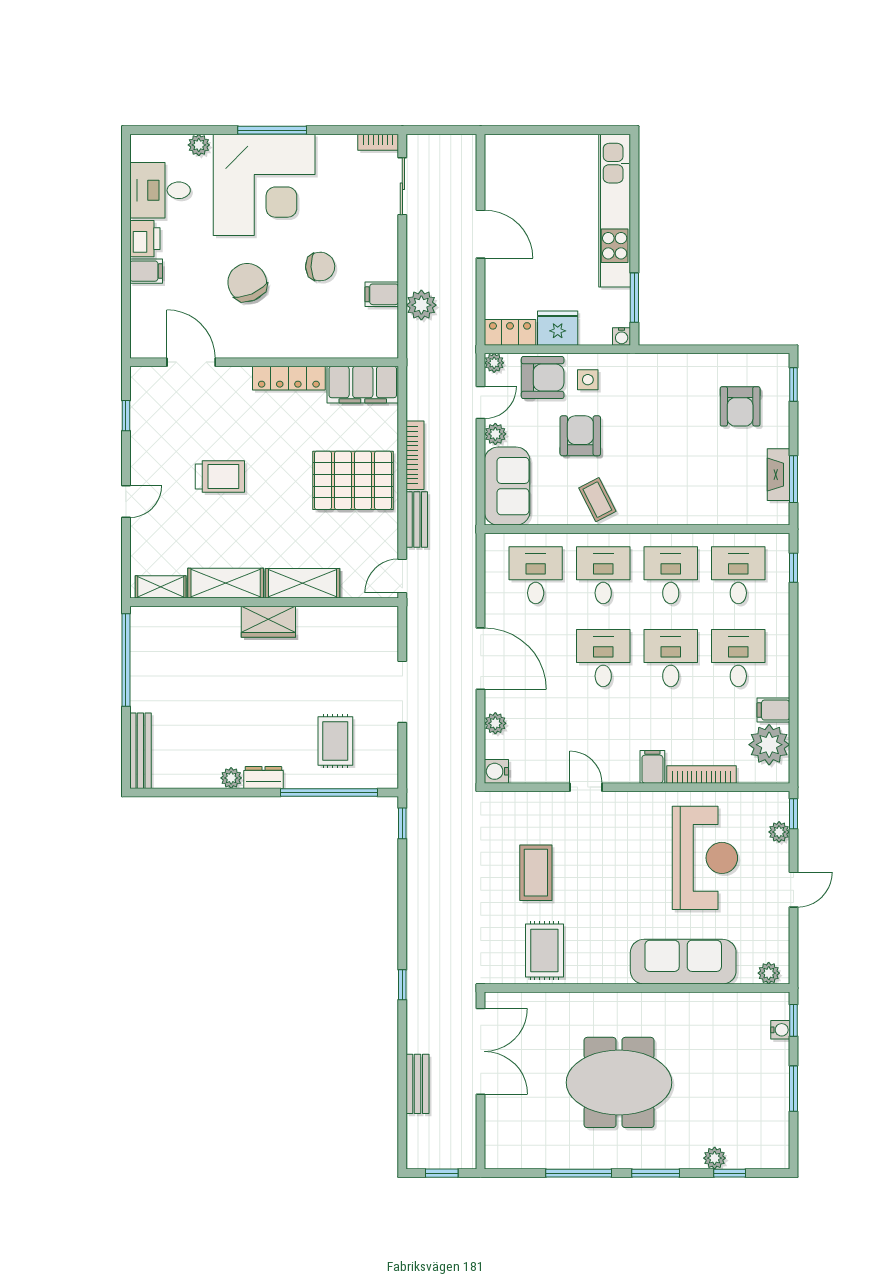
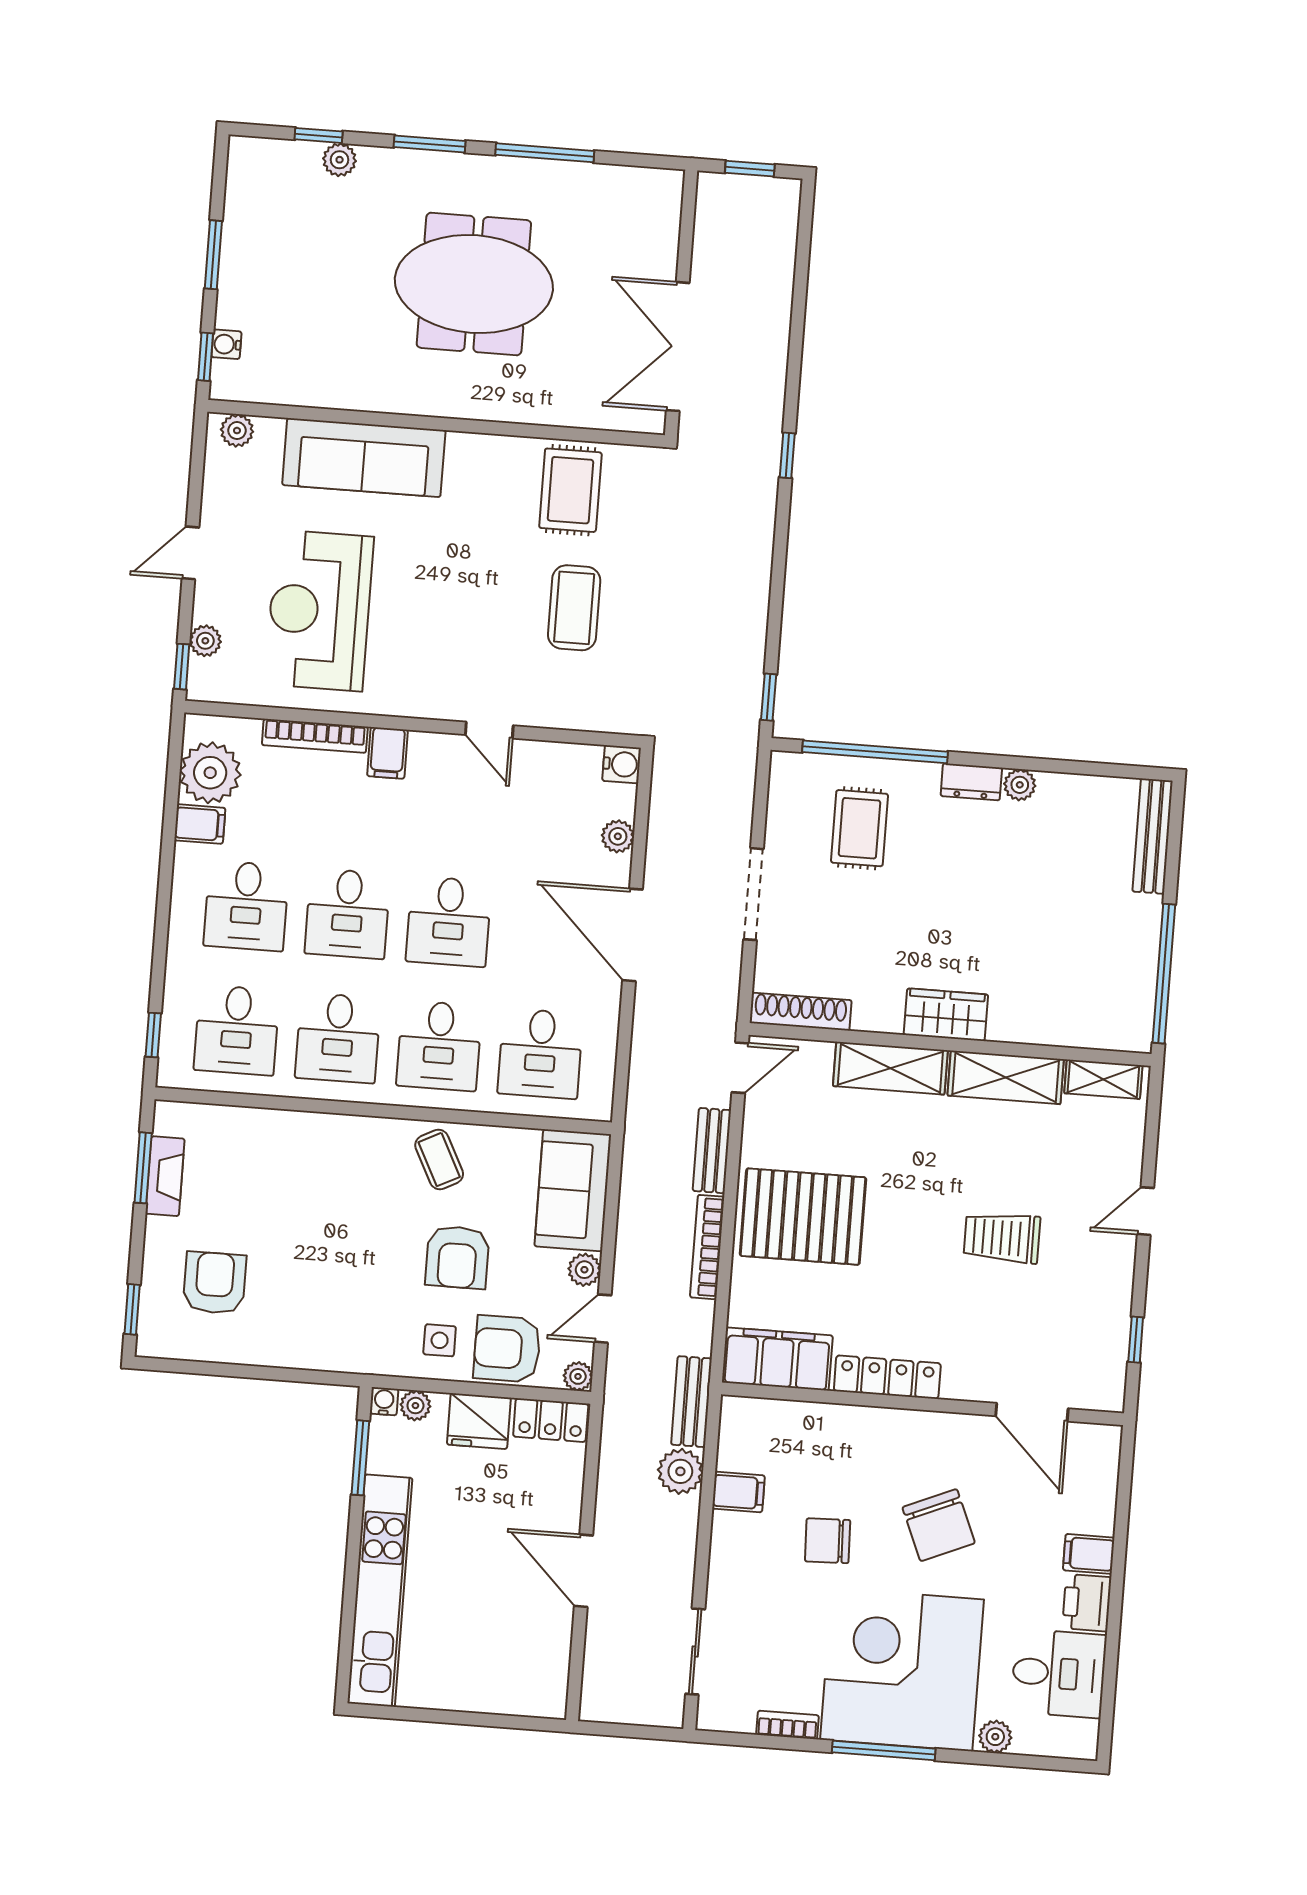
bookcase: (378, 142) -> (787, 1725), moved
plant: (601, 335) -> (415, 1406), added
shoe rack: (365, 616) -> (801, 1012), added
bench: (418, 1084) -> (691, 1402), moved

